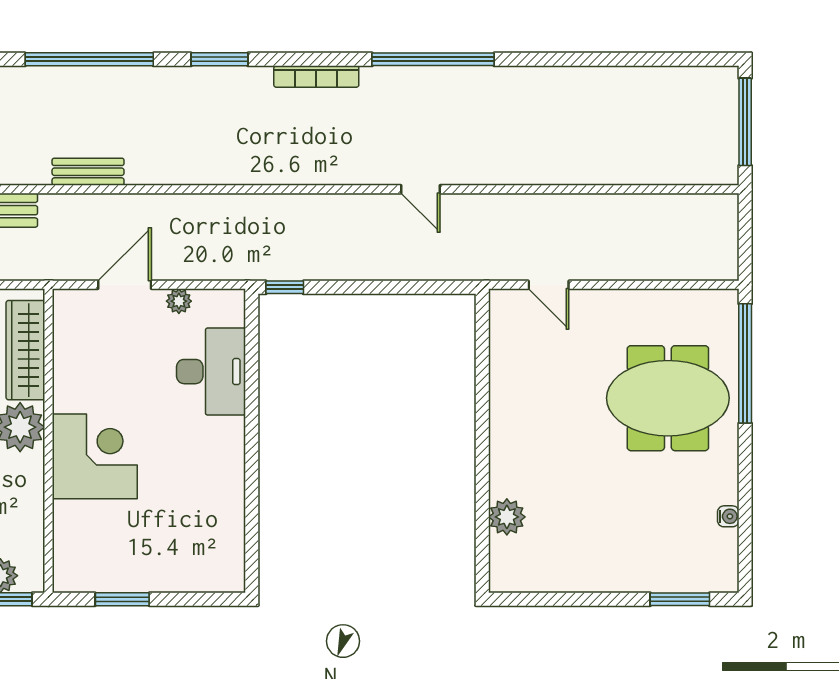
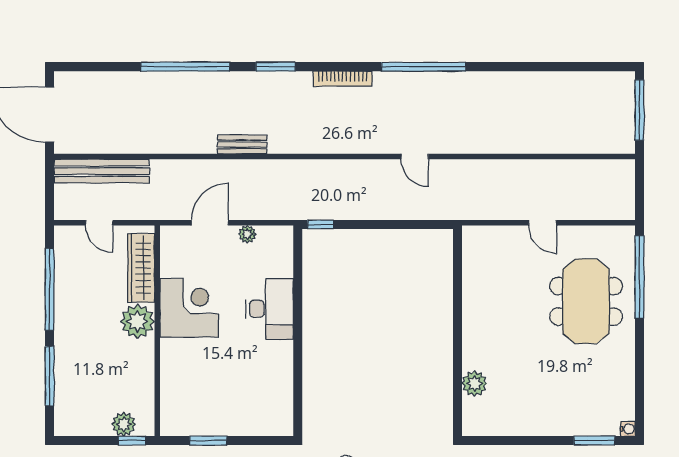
bench: (88, 172) -> (242, 144), moved
door: (549, 285) -> (543, 223), moved
desk: (211, 372) -> (270, 309), moved
meeting table: (668, 398) -> (586, 301), turned 90
corner desk: (95, 456) -> (189, 308), moved
water cooler: (728, 516) -> (628, 429), moved

